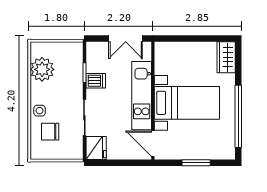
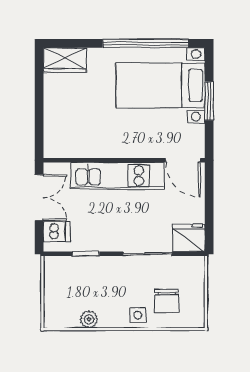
plant: (42, 69) -> (89, 319), width x0.53, depth x0.53
dishwasher: (96, 81) -> (57, 231), moved, turned 90
bed with nightstands: (187, 103) -> (160, 85), moved, turned -90
door: (153, 144) -> (183, 160), hinge flipped

